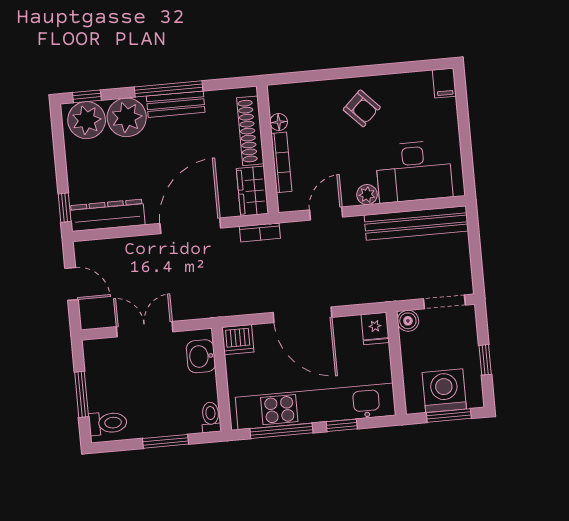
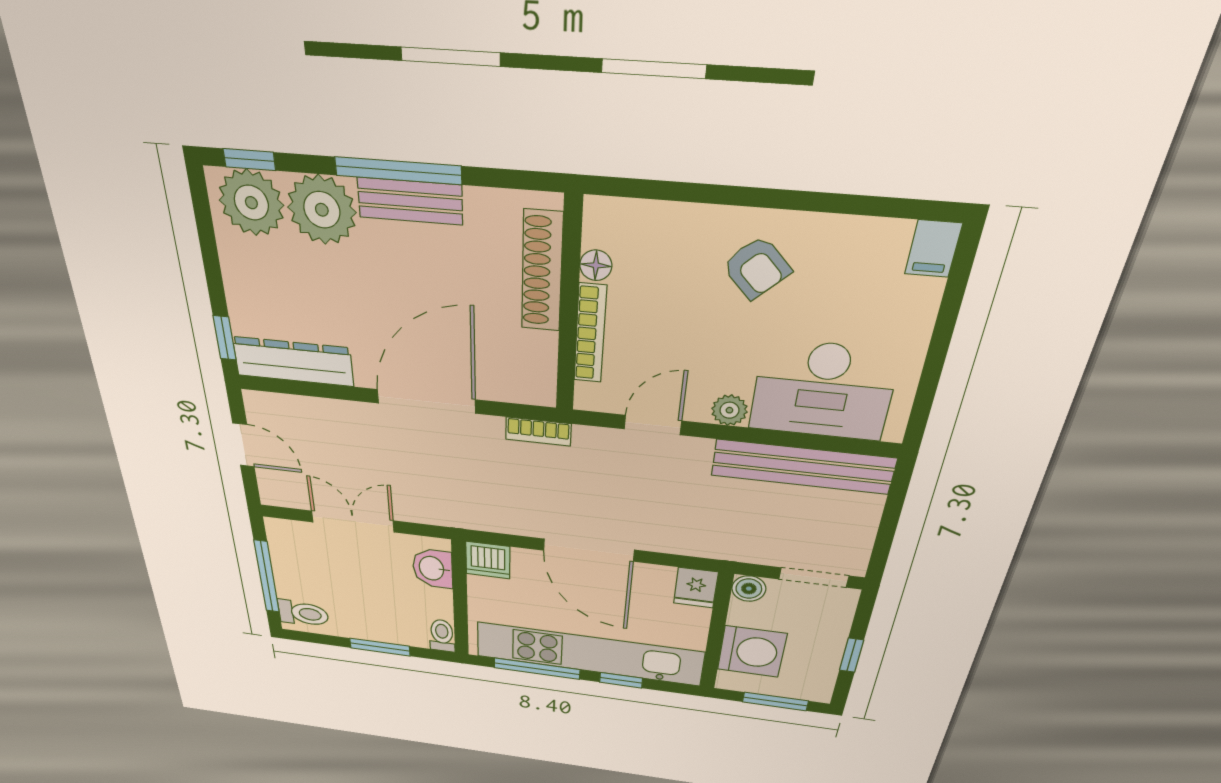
wardrobe: (252, 191) -> (534, 369), removed
washing machine: (444, 391) -> (752, 652), moved, turned 90
window: (82, 394) -> (267, 577), width x1.44

